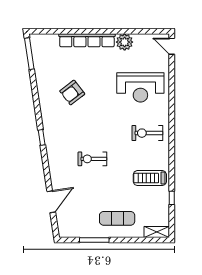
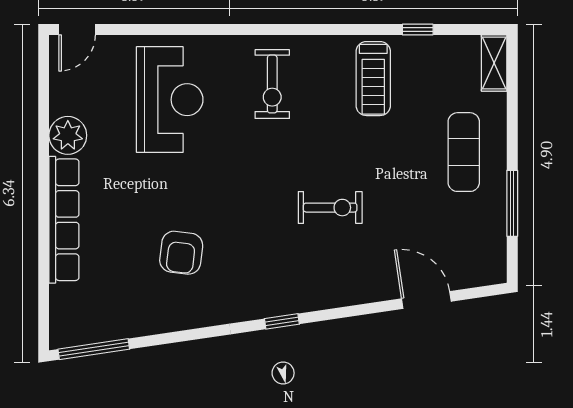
armchair: (72, 93) -> (181, 253), turned 45
exercise bike: (92, 159) -> (330, 208), turned -90

